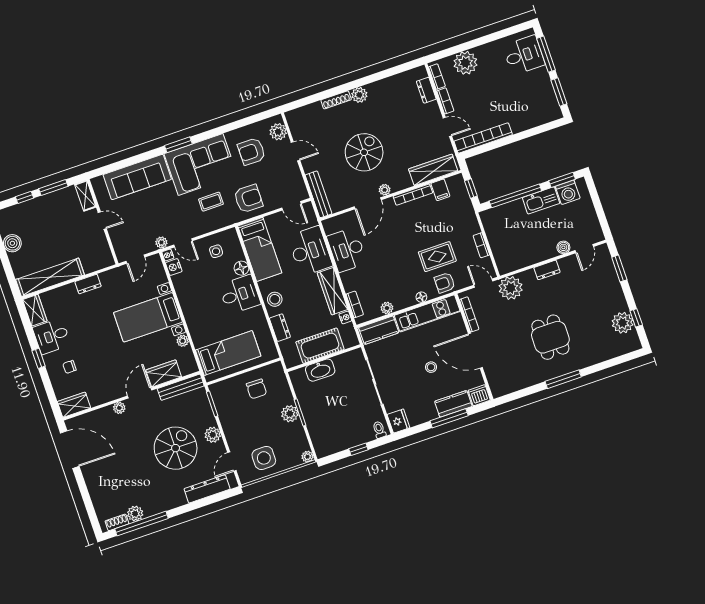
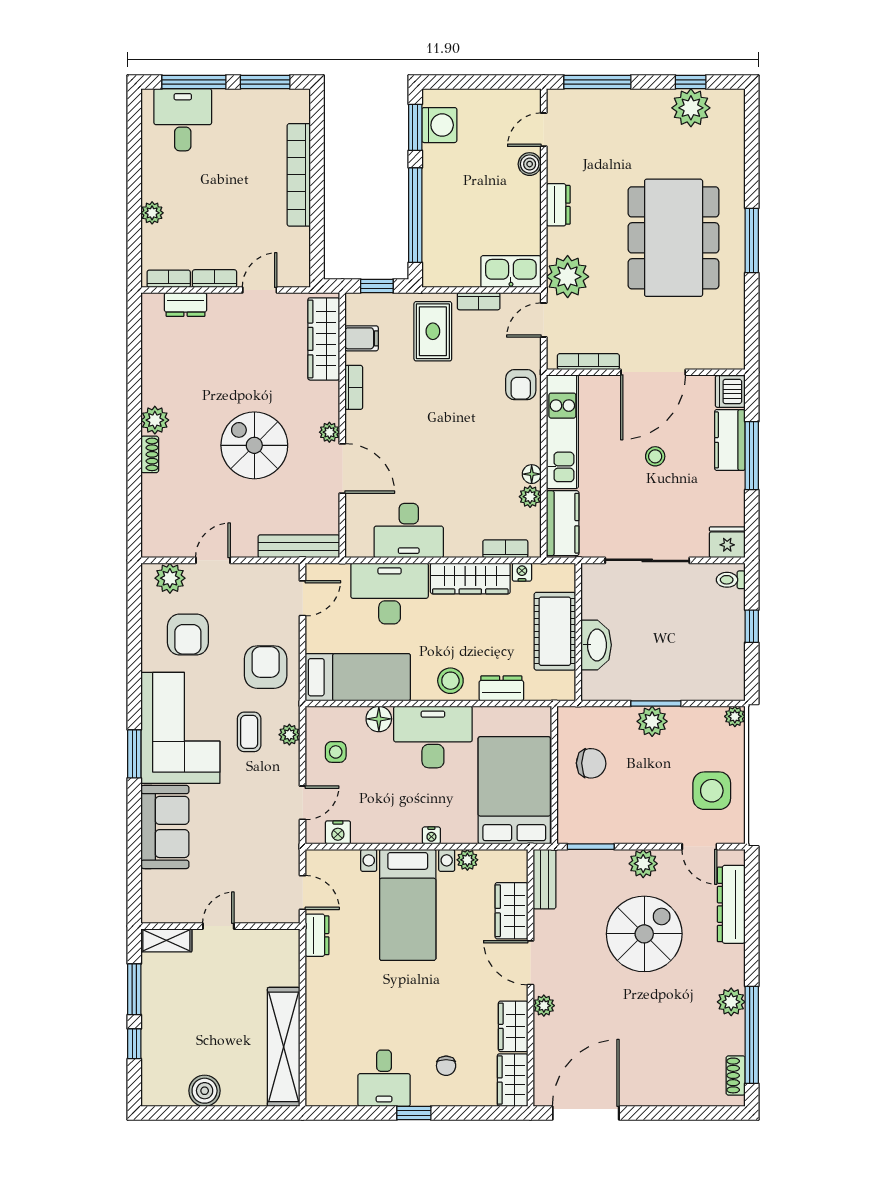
plant: (465, 63) -> (152, 213), width x0.53, depth x0.53
shoe rack: (336, 100) -> (150, 454), width x0.70
bookcase: (483, 138) -> (299, 175), moved
sofa: (137, 177) -> (165, 827), width x0.73
bookcase: (413, 195) -> (354, 387), width x0.64
kitchen sink: (541, 200) -> (511, 272), moved, turned -90
plant: (161, 242) -> (289, 735), moved
door: (584, 249) -> (544, 130), swing flipped
nightstand: (168, 255) -> (431, 835), moved
rug: (437, 257) -> (433, 331), moved
window: (619, 268) -> (597, 82), width x1.44
dresser: (88, 284) -> (317, 935), moved
desk: (240, 295) -> (433, 737), width x1.37
floor lamp: (421, 297) -> (532, 474), moved
wardrobe: (35, 310) -> (513, 1026), moved, turned -90
dining table: (550, 337) -> (674, 238), width x1.88, depth x1.24
bed: (228, 353) -> (514, 790), width x1.50
bench: (181, 387) -> (544, 879), width x0.73
spiral stairs: (176, 448) -> (644, 934), turned 90
plant: (135, 514) -> (731, 1002), moved

